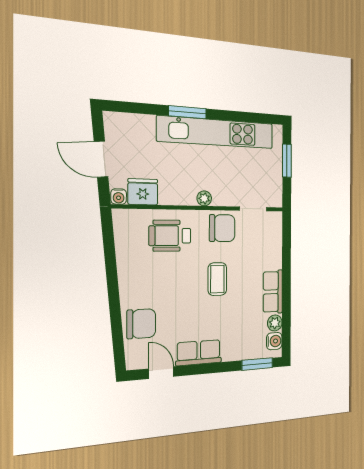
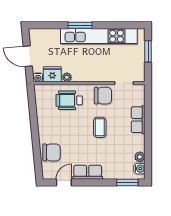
plant: (204, 198) -> (67, 77), moved
row of seats: (273, 292) -> (138, 120), moved
door: (161, 373) -> (64, 183), hinge flipped

